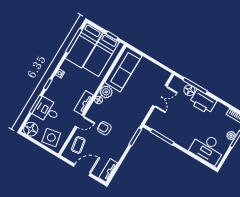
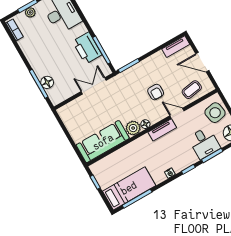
bed: (101, 55) -> (117, 169), removed
double door: (160, 96) -> (94, 86), moved
printer: (203, 102) -> (87, 48), moved, turned 180

